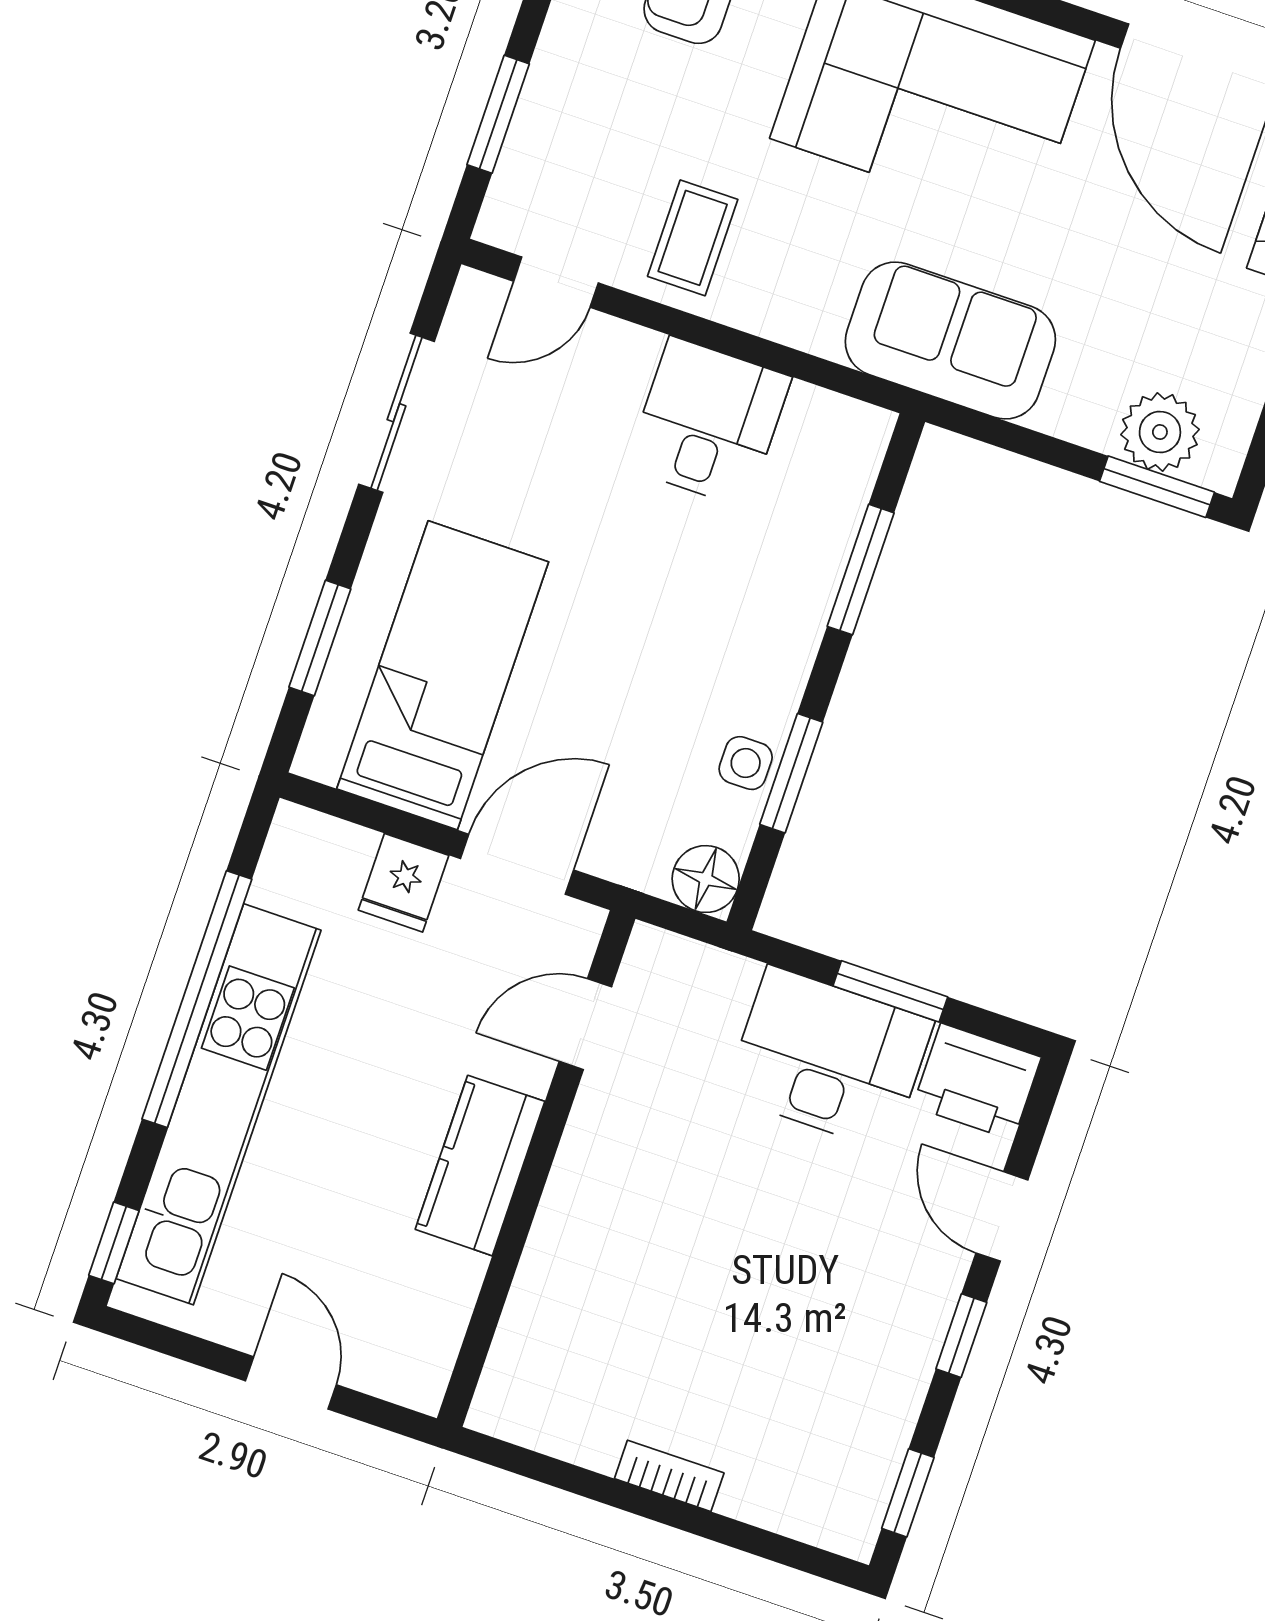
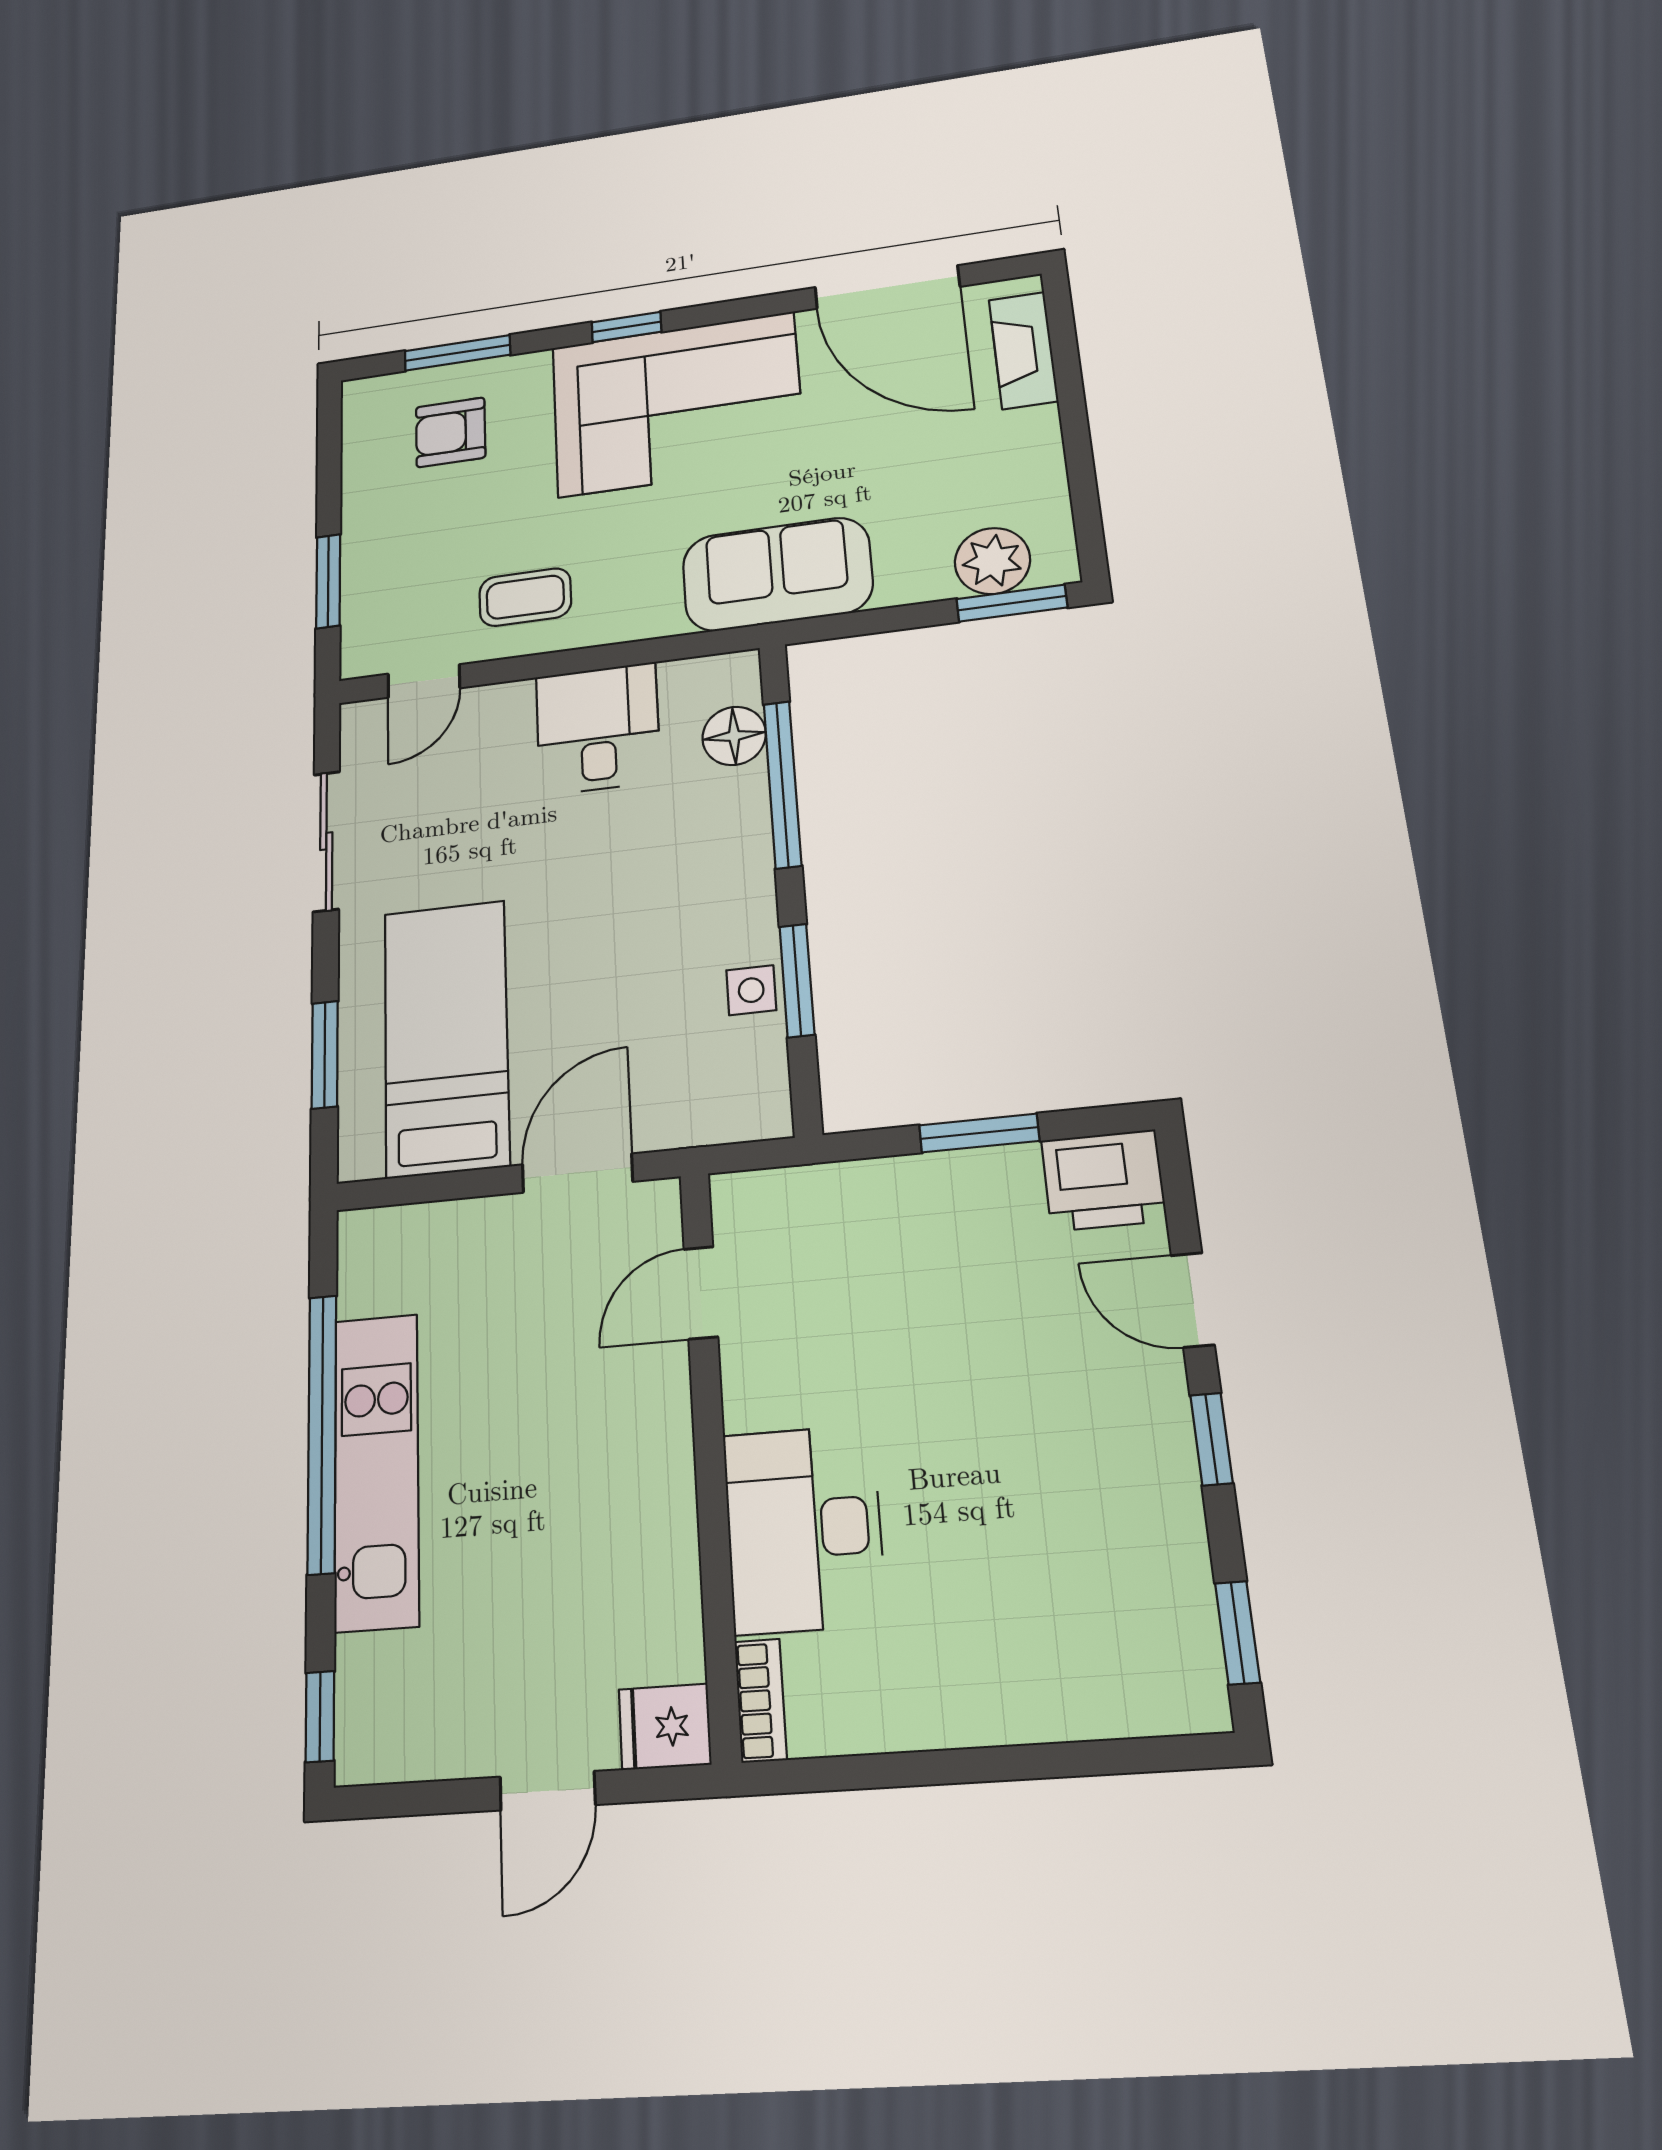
coffee table: (693, 238) -> (525, 597), turned 90
window: (861, 570) -> (782, 784), width x1.44
floor lamp: (706, 879) -> (734, 736), moved
fridge: (404, 883) -> (665, 1727), moved, turned 90
desk: (829, 1058) -> (804, 1529), moved, turned -90
kitchen unit: (218, 1104) -> (377, 1470), width x0.73
kitchen counter: (480, 1165) -> (653, 1477), removed
door: (291, 1383) -> (548, 1791), swing flipped
bookcase: (669, 1476) -> (761, 1700), moved, turned 90

